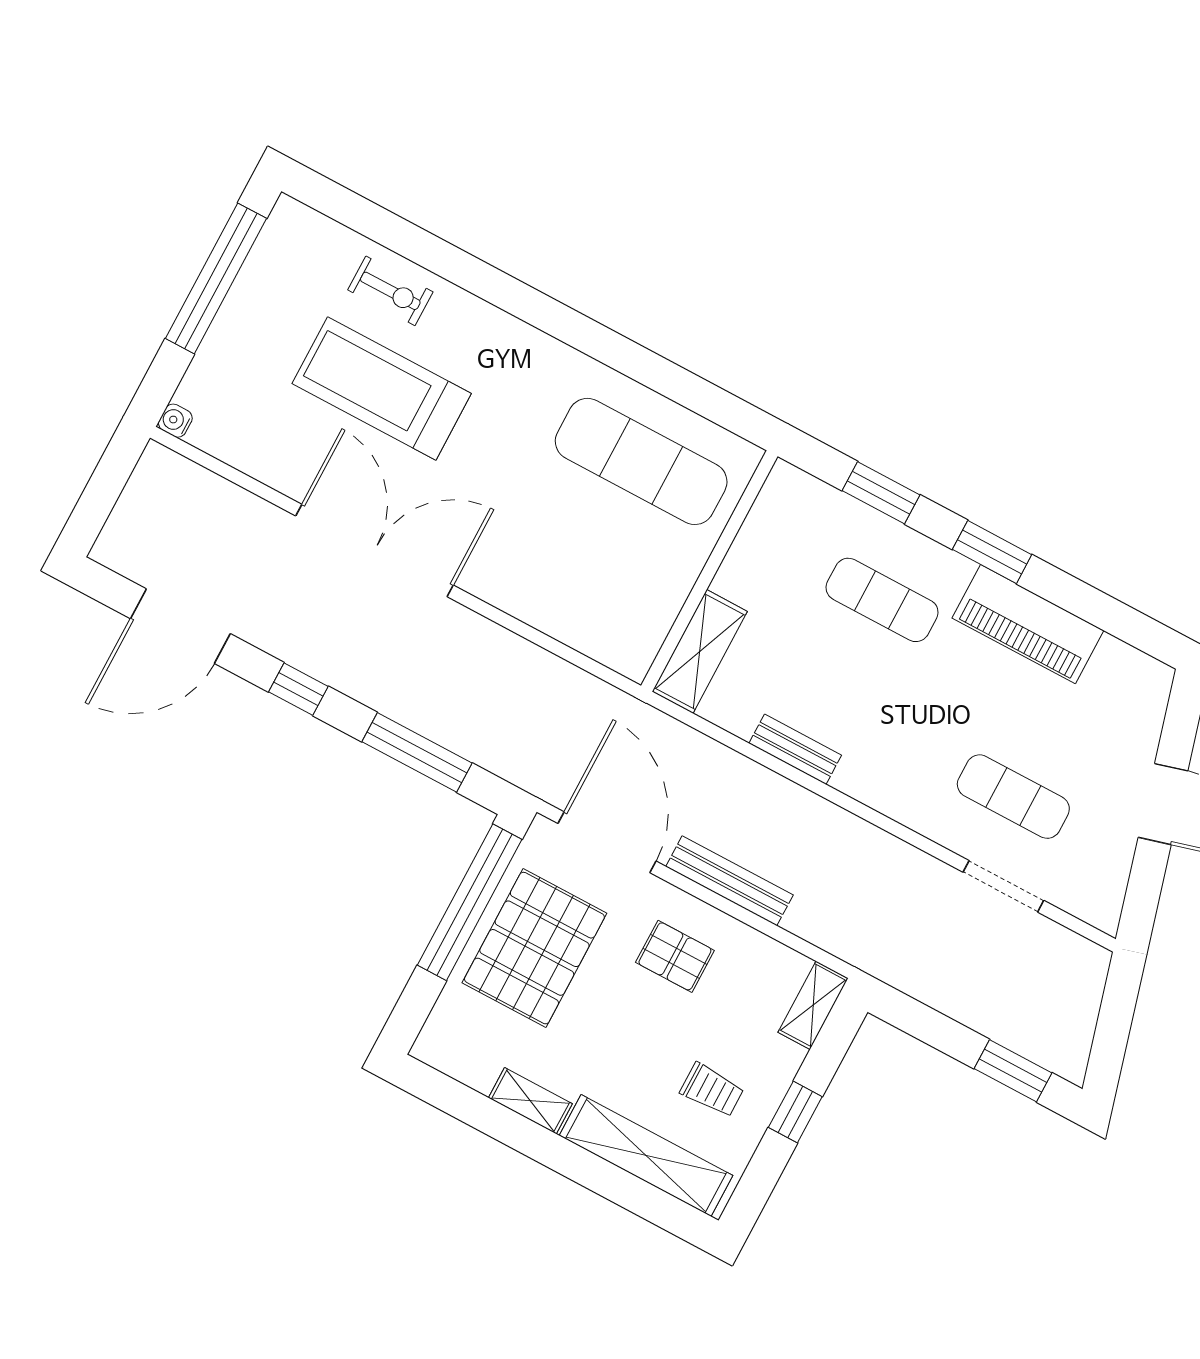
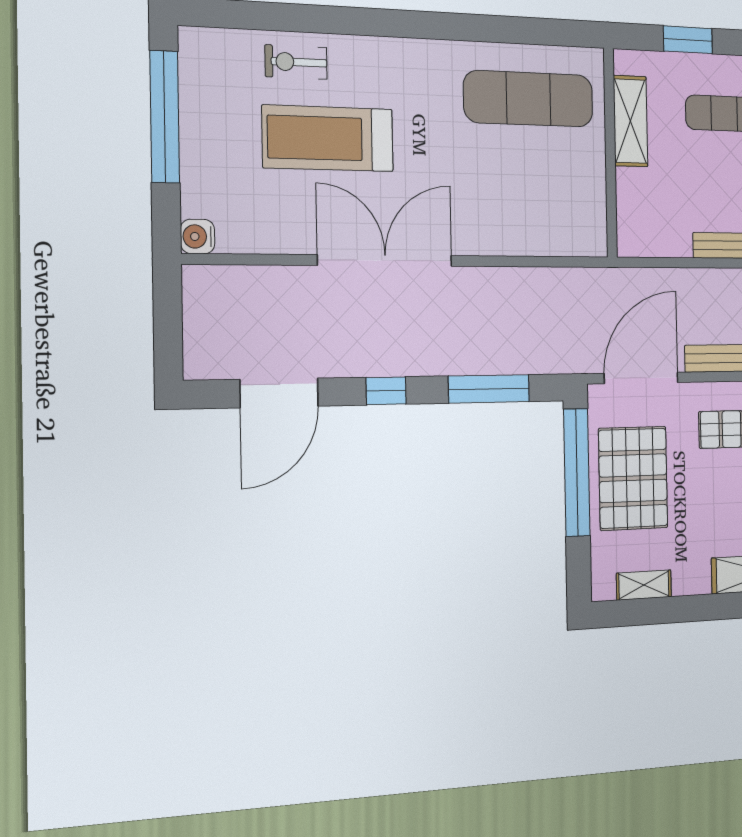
exercise bike: (390, 291) -> (296, 62), turned 180
water cooler: (175, 421) -> (198, 236), width x1.38, depth x1.38
shelving: (700, 651) -> (630, 121), moved
door: (607, 842) -> (641, 378), hinge flipped
shelving: (530, 1101) -> (644, 585), moved

